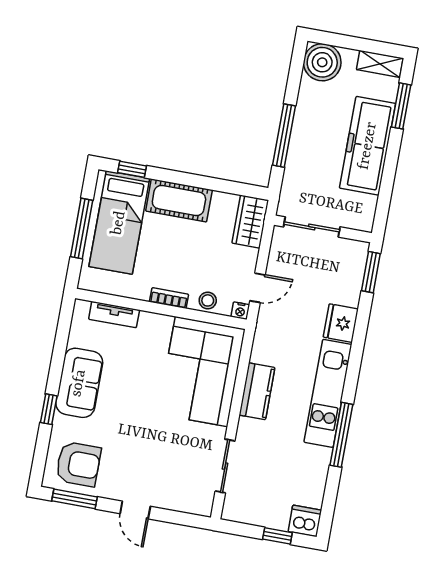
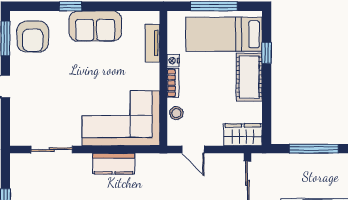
window: (132, 169) -> (267, 53), moved
nightstand: (240, 311) -> (173, 61), moved

